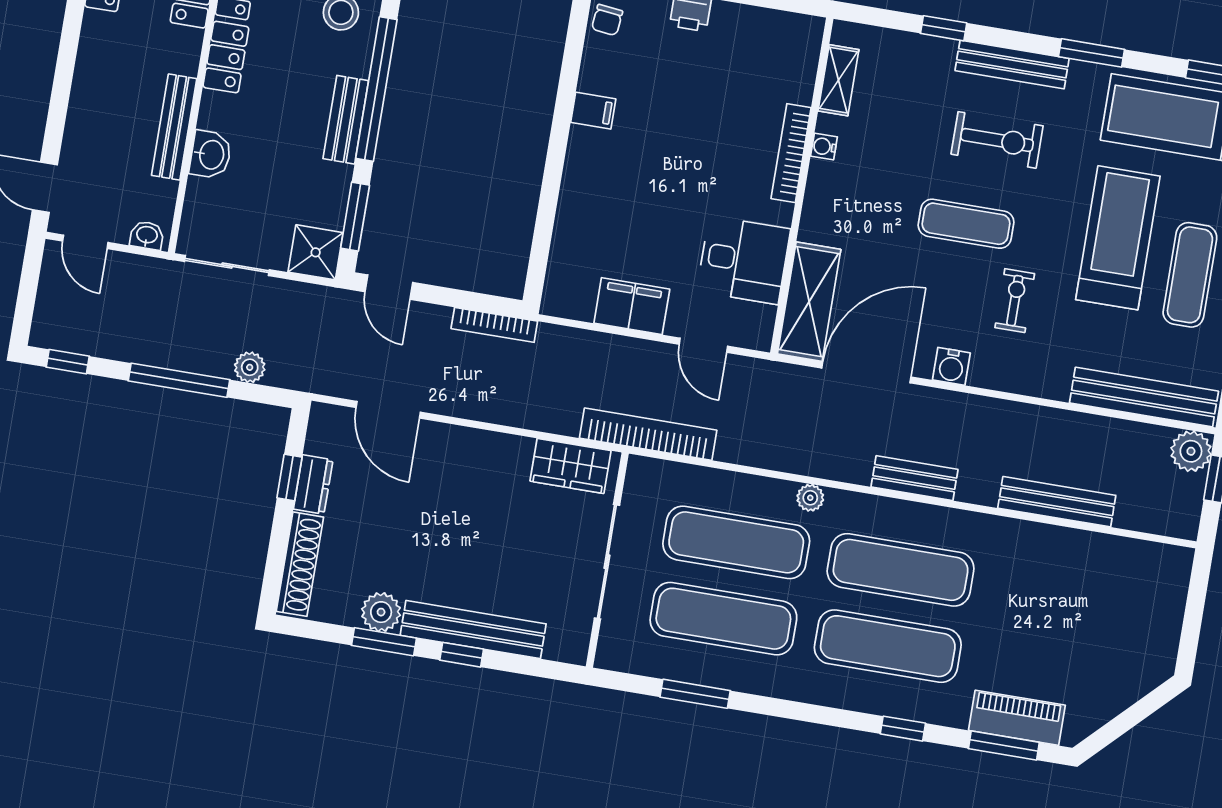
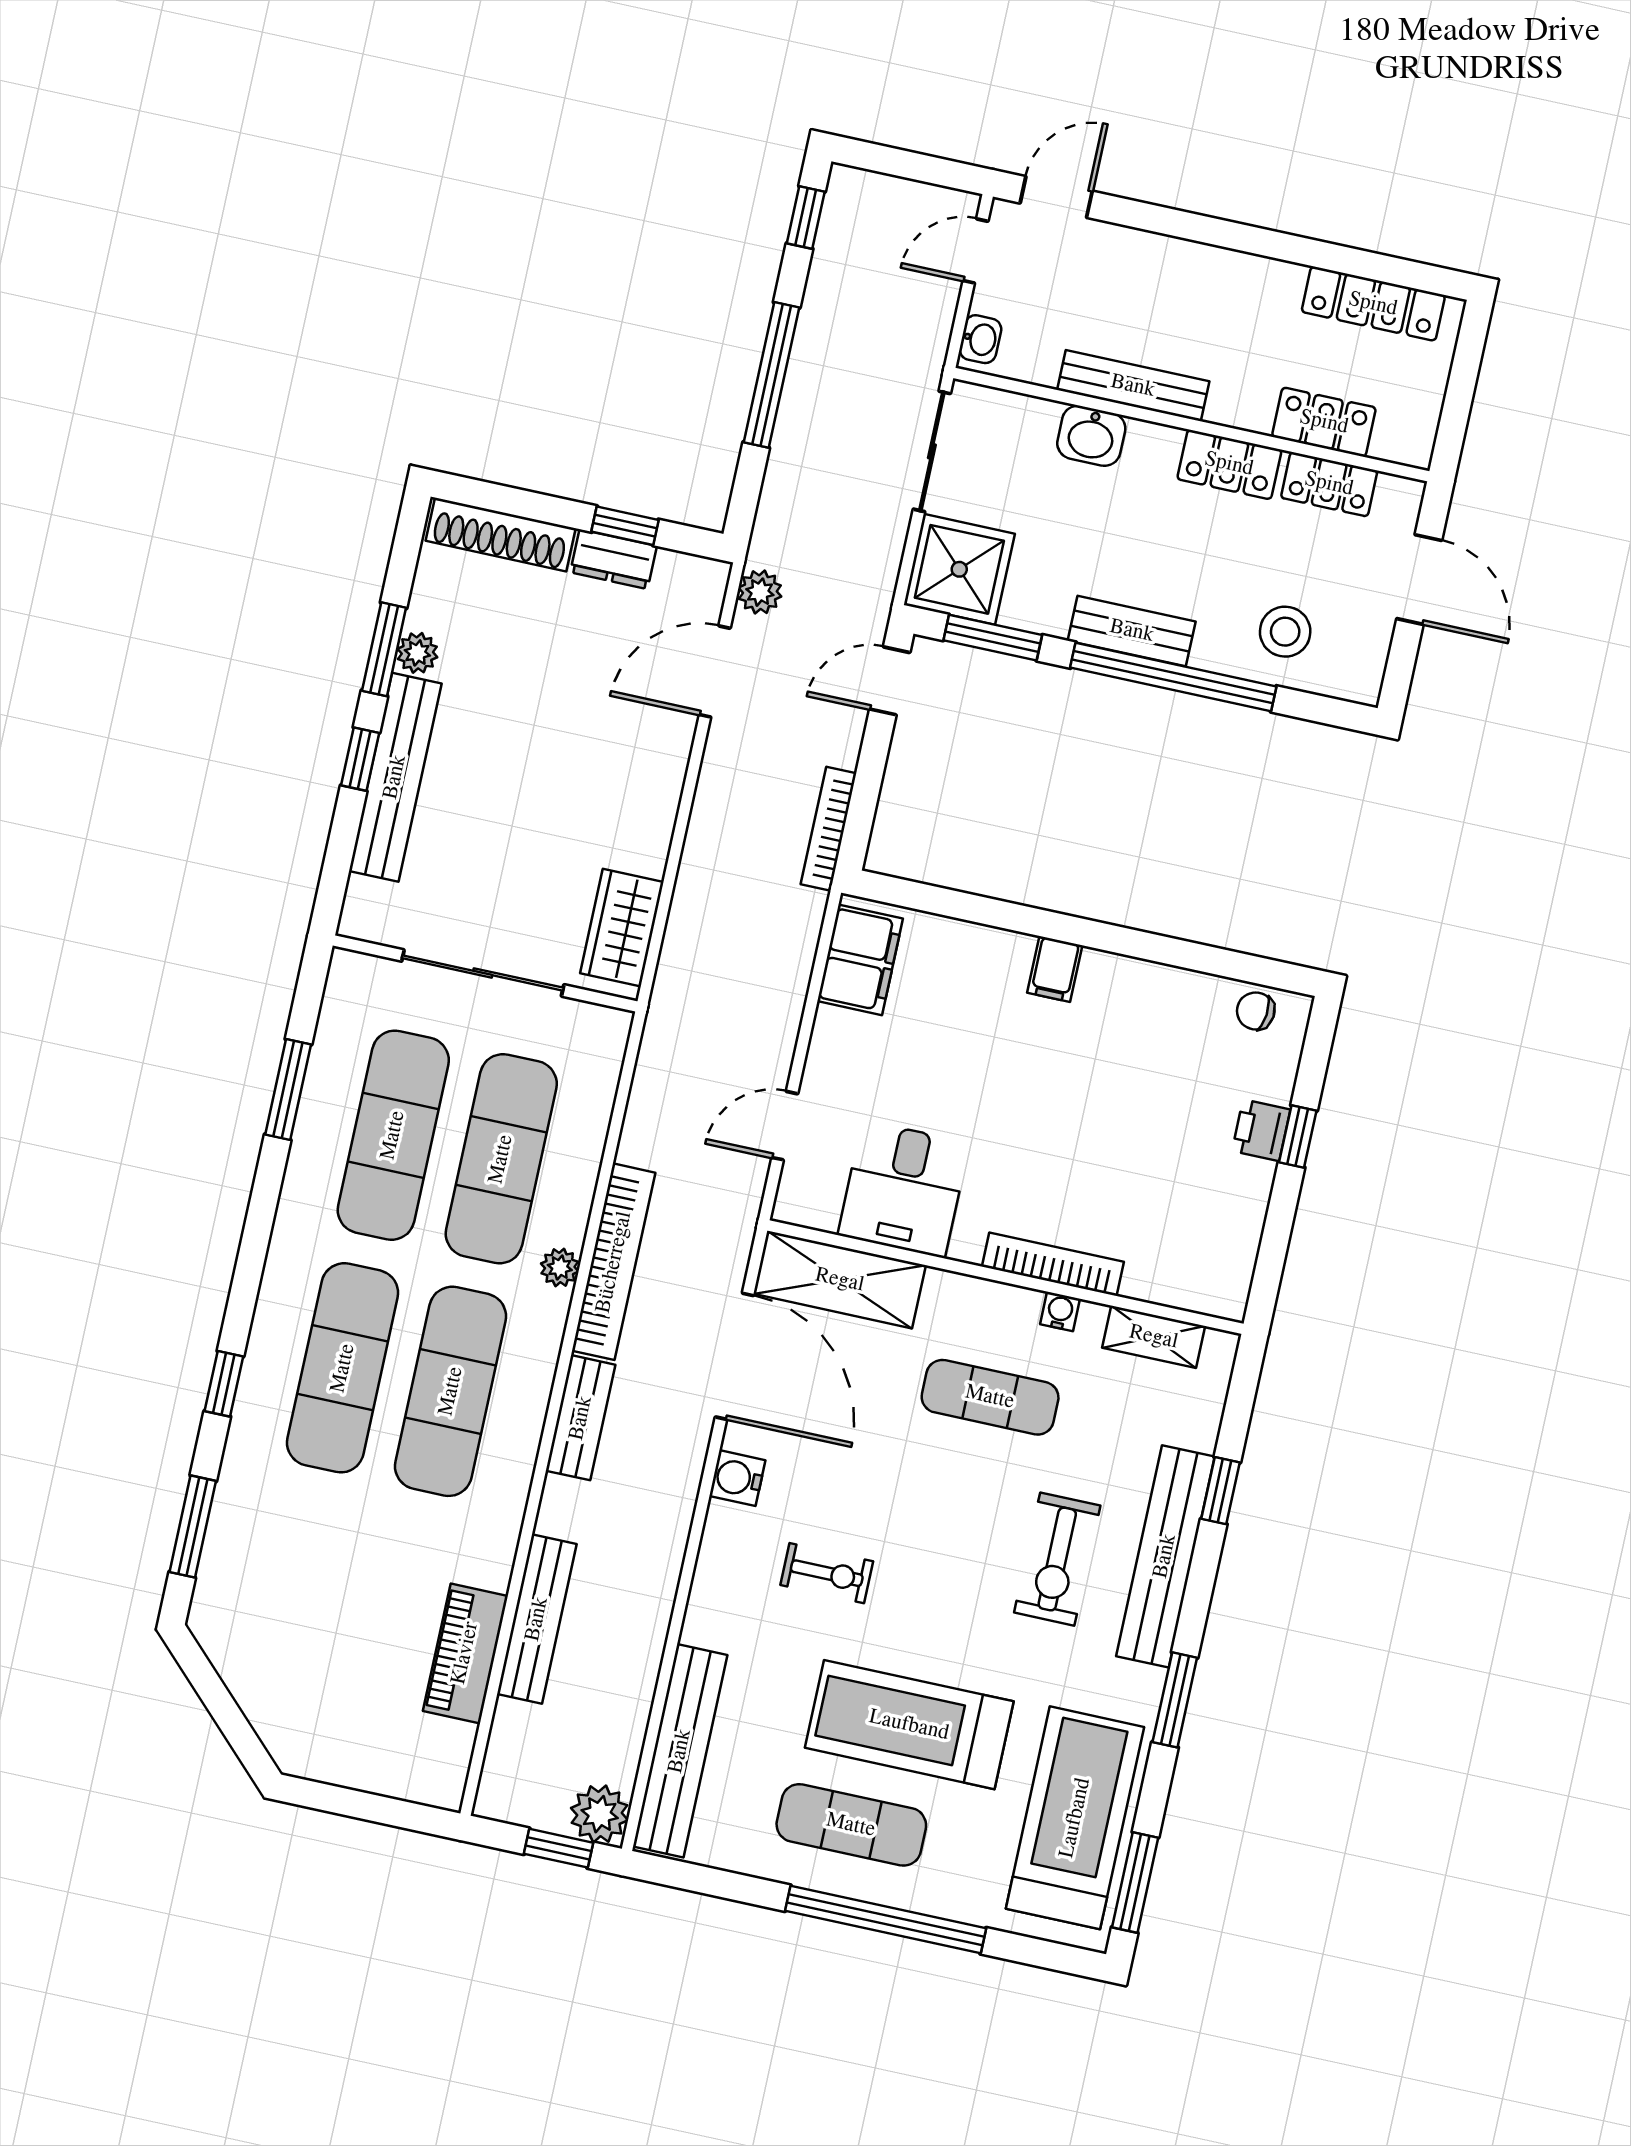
bench: (1012, 65) -> (1165, 1556), width x1.37, depth x1.21
filing cabinet: (593, 111) -> (1055, 969), moved
exercise mat: (966, 224) -> (990, 1397), moved, turned 90
treadmill: (1118, 238) -> (909, 1725), turned 180
shower: (316, 252) -> (959, 569), width x1.36, depth x1.36
filing cabinet: (632, 306) -> (860, 960), moved
plant: (250, 367) -> (760, 592), moved
bookcase: (648, 434) -> (614, 1262), moved
plant: (381, 612) -> (417, 653), width x0.73, depth x0.73
piano: (1017, 718) -> (465, 1653), moved, turned 180

